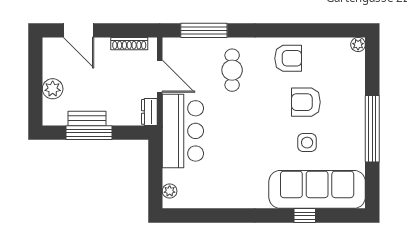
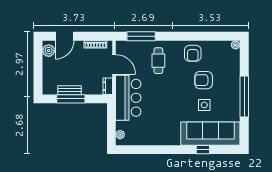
door: (79, 30) -> (64, 36), hinge flipped
armchair: (288, 58) -> (193, 53), turned 90
plant: (53, 89) -> (49, 51), moved

